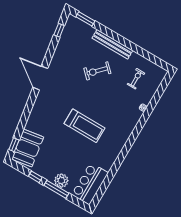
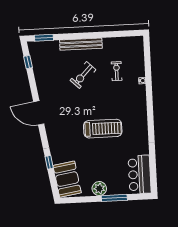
exercise bike: (136, 79) -> (117, 71), moved
window: (14, 145) -> (49, 162), moved
window: (35, 177) -> (90, 199), removed
plant: (61, 181) -> (99, 189), moved

